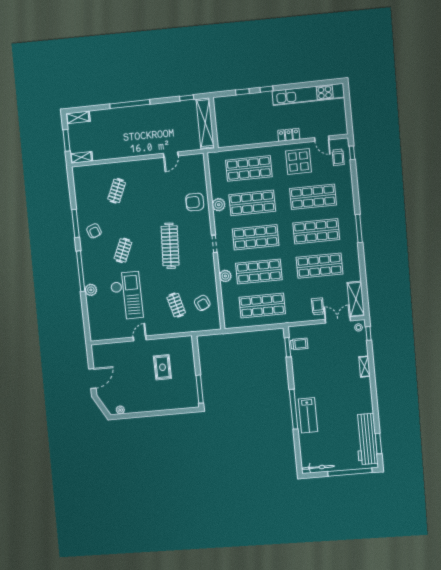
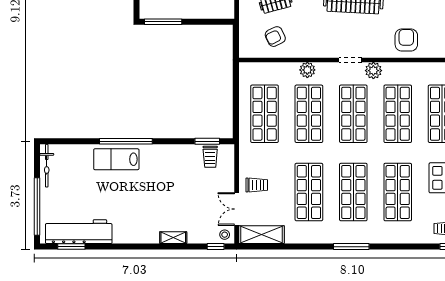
plant: (219, 205) -> (373, 71), moved
double door: (338, 320) -> (237, 209), swing flipped

